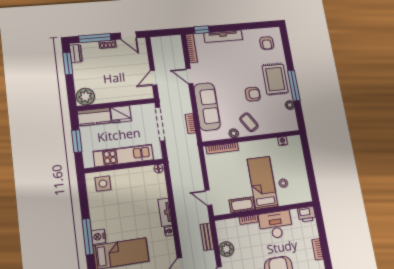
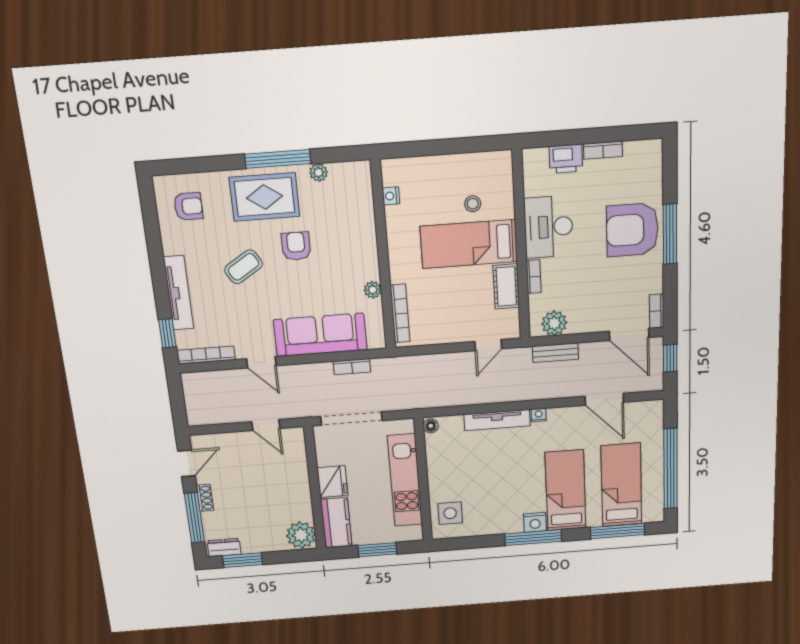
door: (189, 76) -> (261, 362), hinge flipped
coffee table: (249, 122) -> (243, 267), moved
tv unit: (165, 212) -> (497, 420), width x1.41
printer: (307, 214) -> (566, 159), moved, turned 90
plant: (226, 249) -> (554, 323), moved

